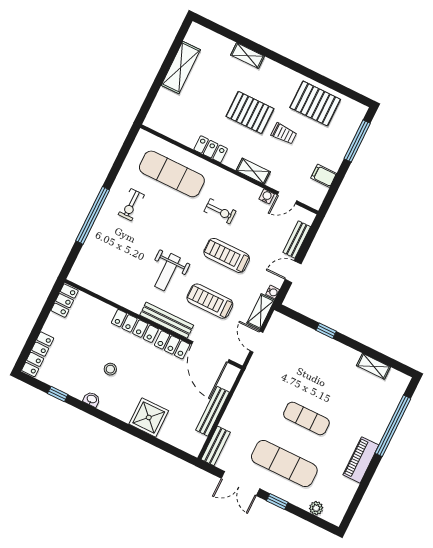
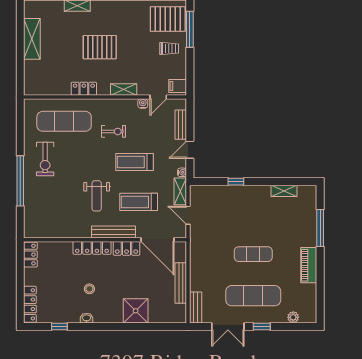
pallet: (315, 103) -> (168, 19), moved
trolley: (284, 134) -> (169, 49), moved
filing cabinet: (324, 176) -> (178, 86), moved
exercise bike: (131, 205) -> (45, 159), width x1.38, depth x1.39
window: (393, 426) -> (320, 228), width x0.68

